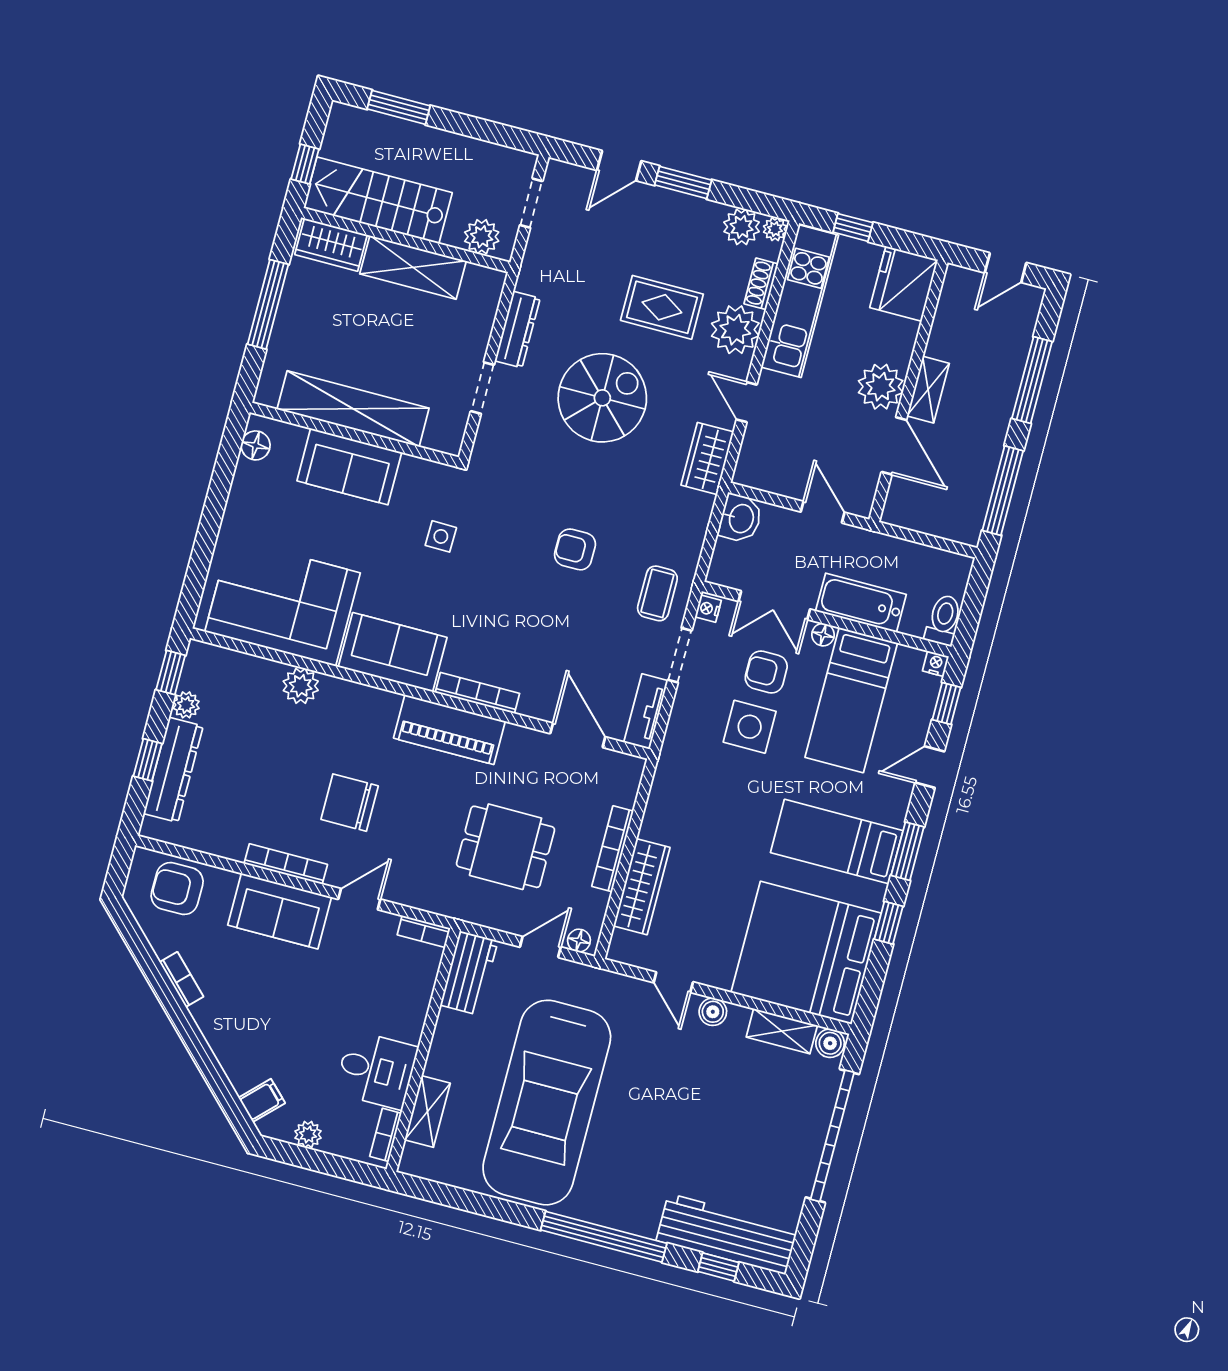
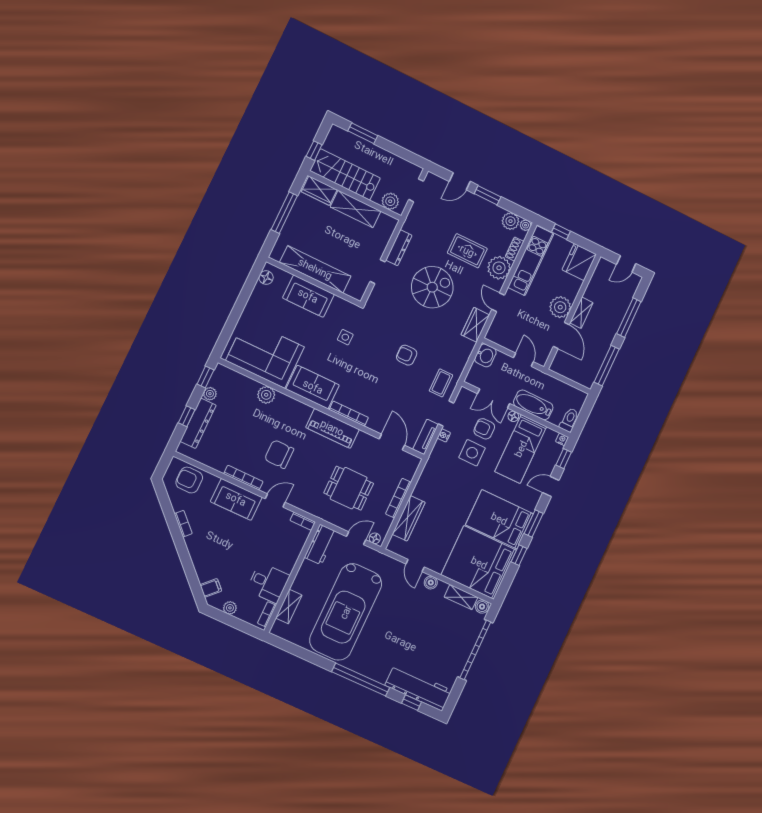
nightstand: (708, 609) -> (444, 435), moved
bed: (837, 842) -> (499, 519), width x1.50

